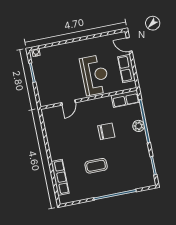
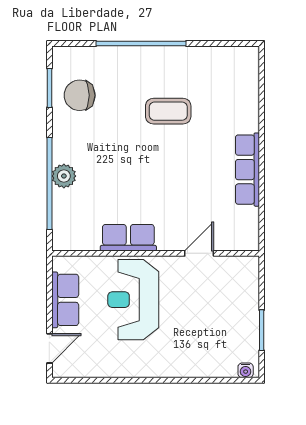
door: (129, 45) -> (49, 348), hinge flipped
row of seats: (125, 99) -> (128, 238), moved
chair: (106, 131) -> (80, 95), moved
row of seats: (60, 177) -> (247, 170), moved

